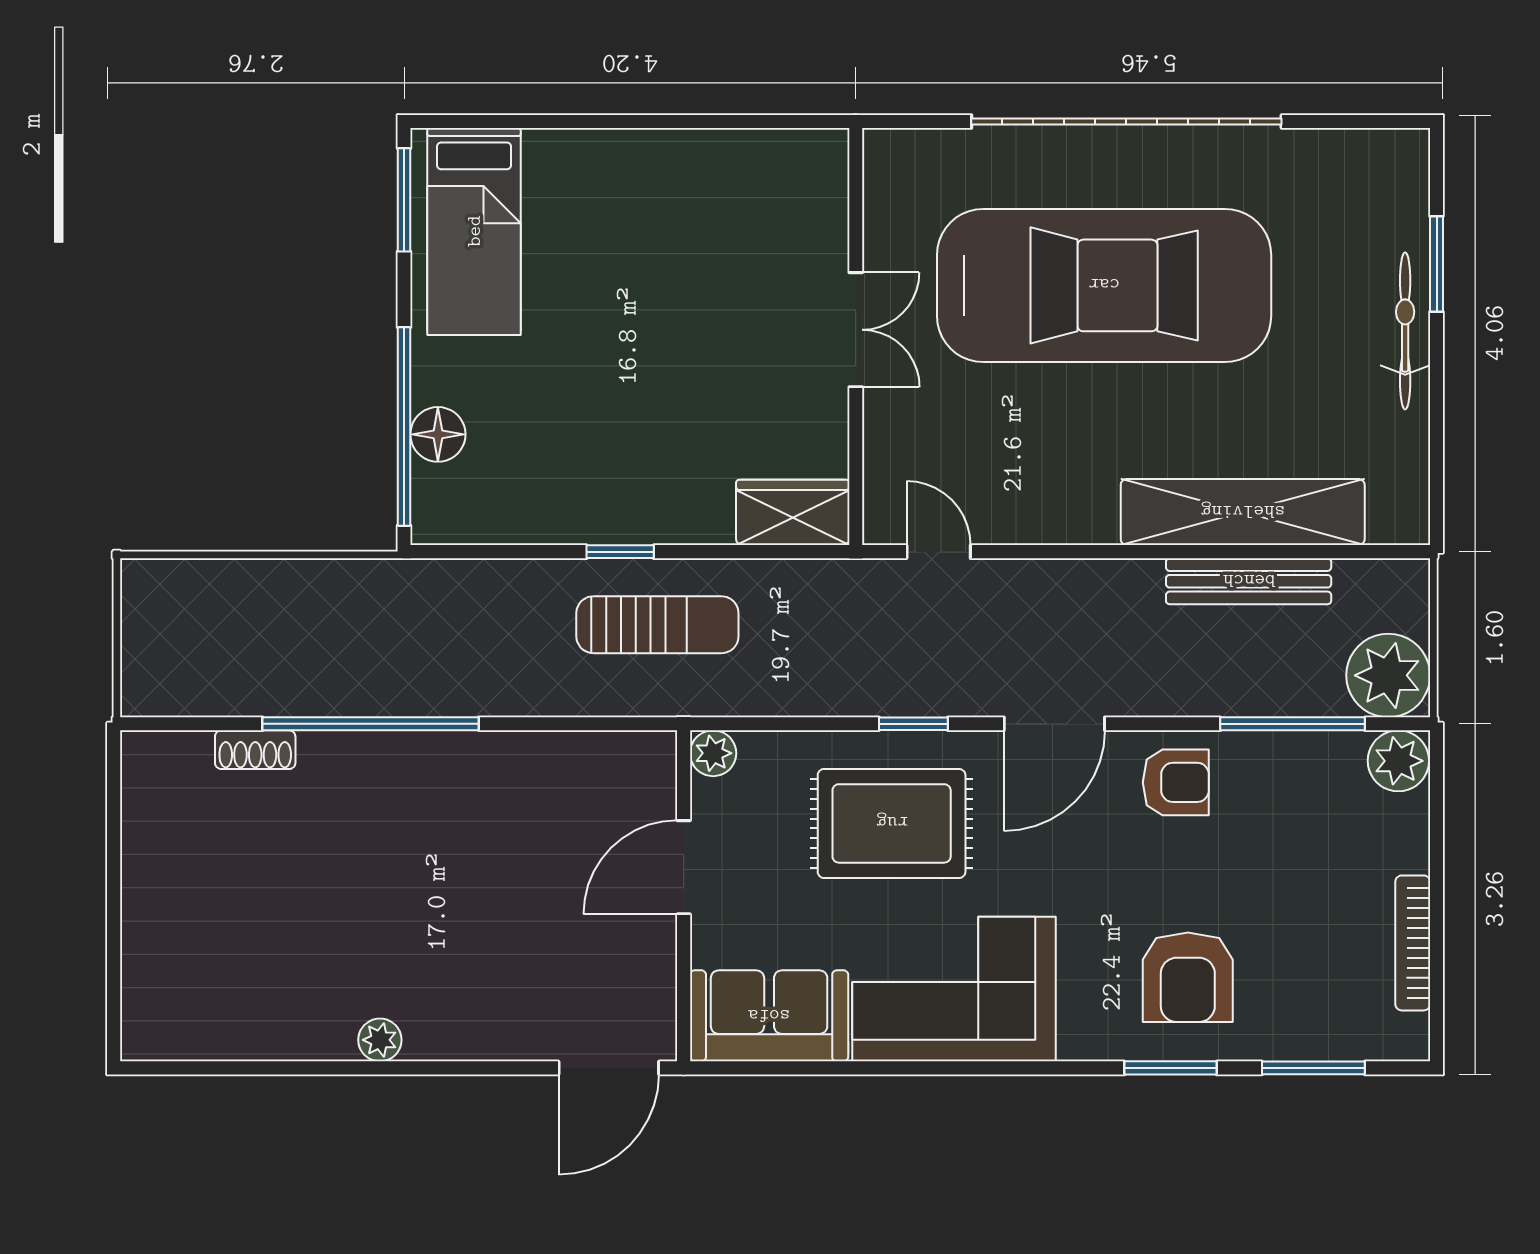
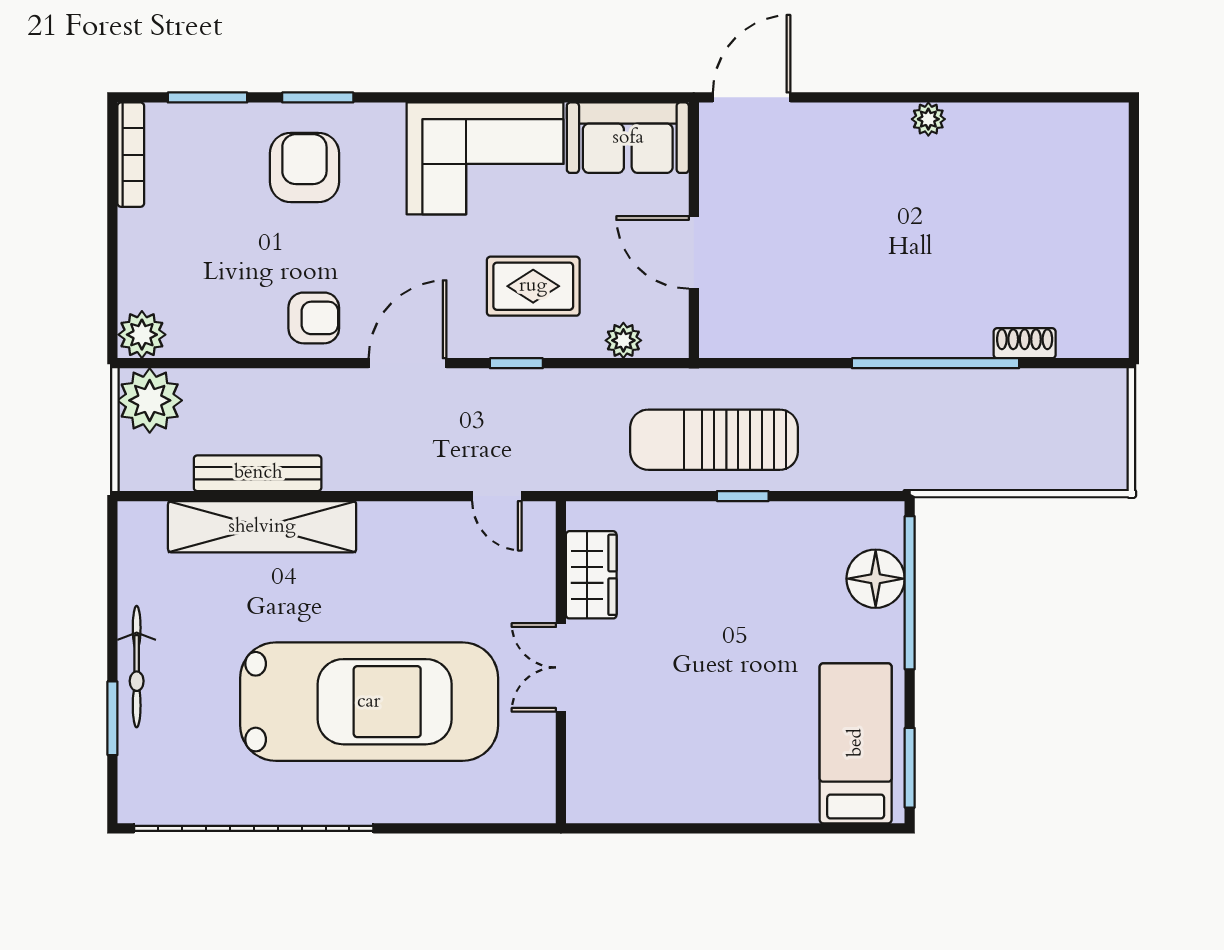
garage door: (1126, 121) -> (254, 828), moved
car: (1104, 285) -> (369, 702), turned 180
floor lamp: (438, 434) -> (876, 579), width x1.38, depth x1.38
wardrobe: (793, 512) -> (591, 575), moved, turned -90
sun lounger: (657, 625) -> (714, 440), width x1.36, depth x1.34
window: (1293, 724) -> (224, 363), removed
plant: (713, 753) -> (623, 340), moved
armchair: (1176, 782) -> (314, 318), turned 180
rug: (892, 823) -> (533, 286), width x0.73, depth x0.70
door: (684, 867) -> (694, 252), swing flipped
bookcase: (1413, 943) -> (131, 155), moved

